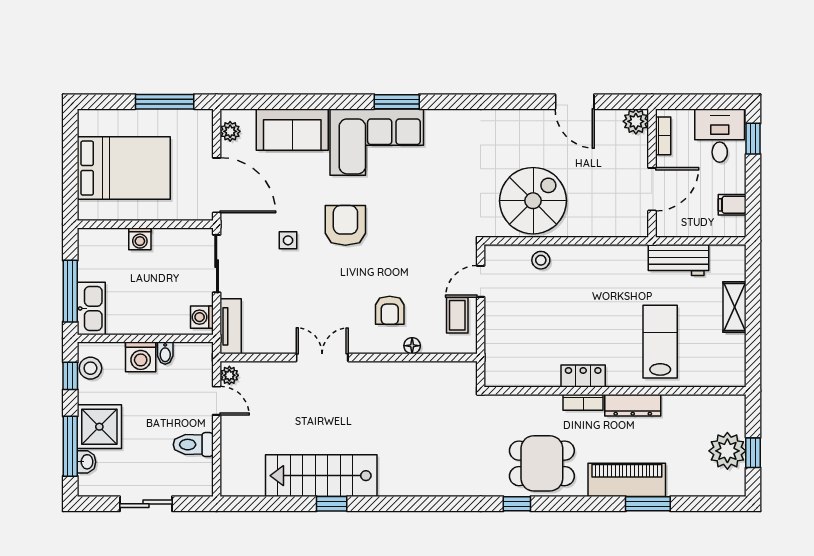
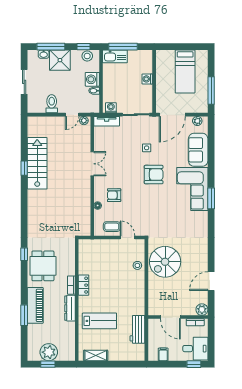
bed: (124, 168) -> (185, 71), width x0.67
spiral stairs: (533, 201) -> (165, 262), turned 90
shelving: (735, 307) -> (96, 355), moved

